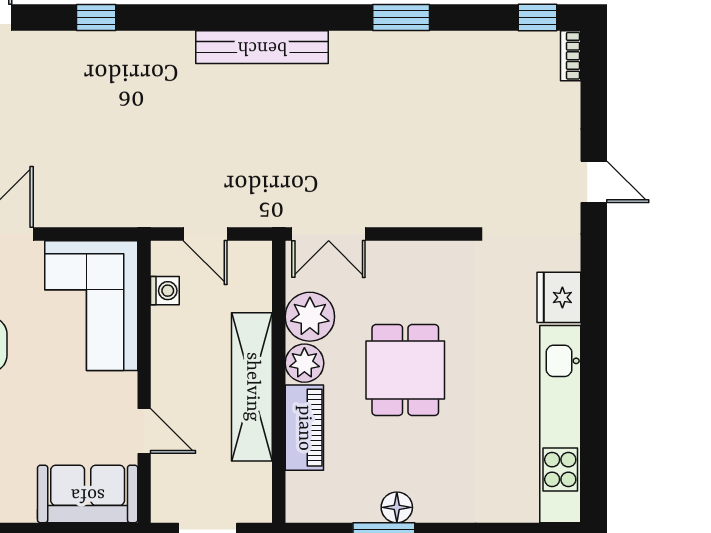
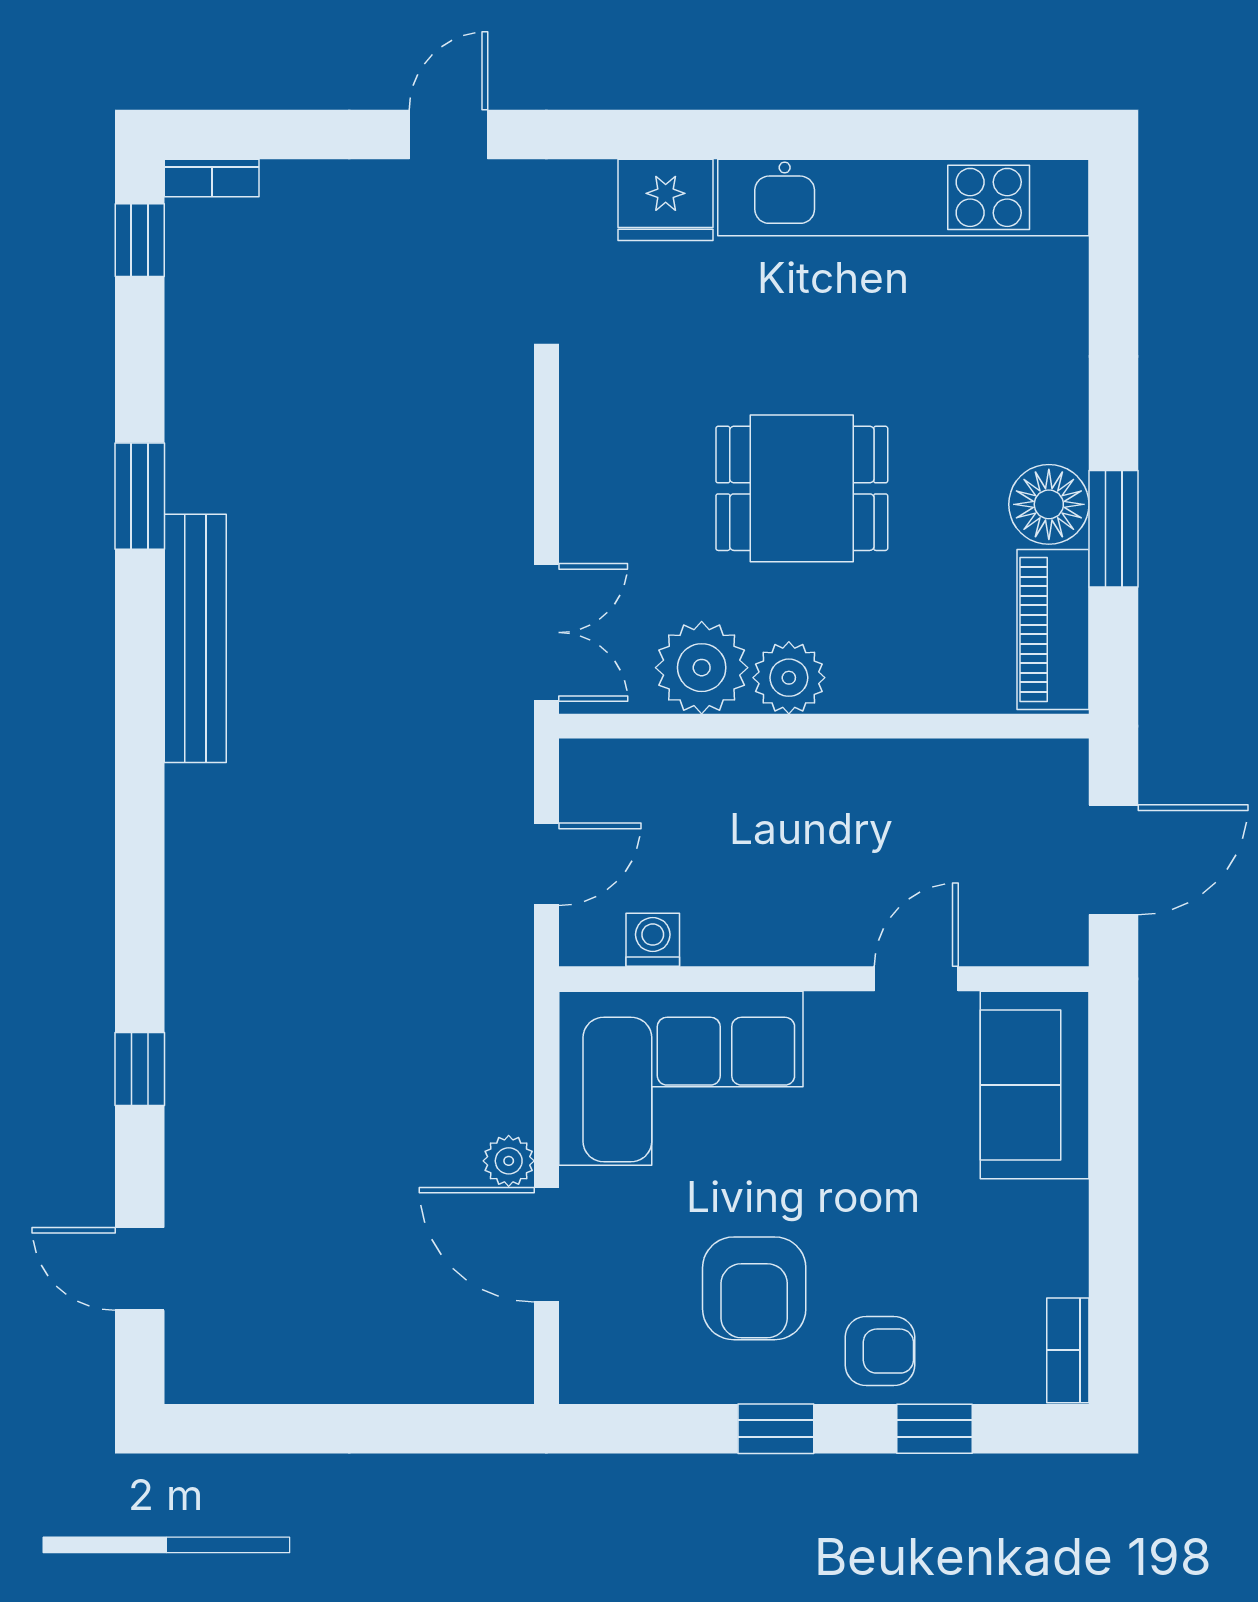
bench: (262, 47) -> (195, 638), moved
plant: (47, 214) -> (509, 1161), added
shelving: (252, 387) -> (833, 776), removed
piano: (304, 428) -> (1053, 629), moved, turned -90
floor lamp: (397, 507) -> (1049, 504), width x1.38, depth x1.38

